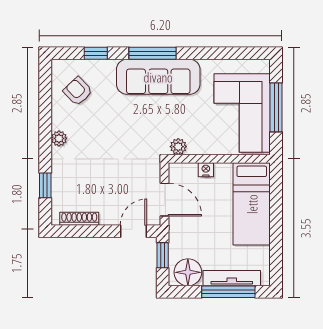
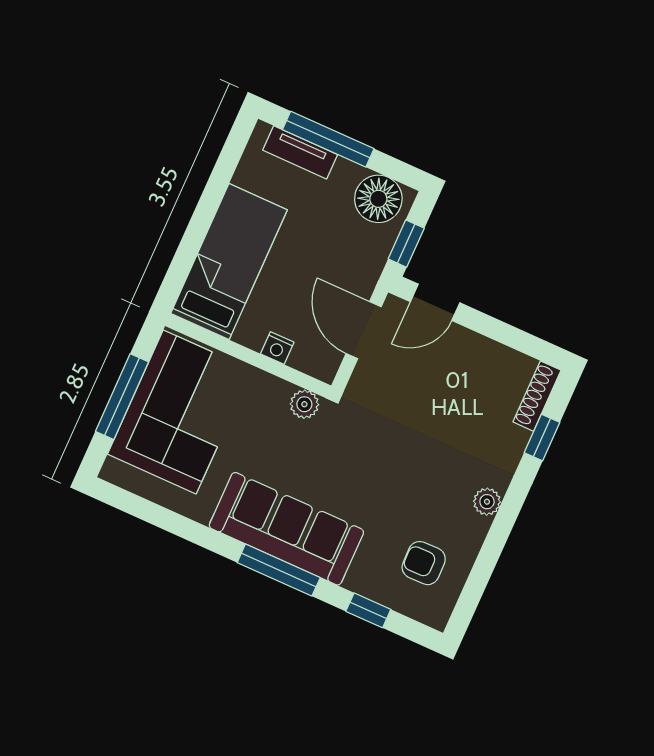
armchair: (78, 91) -> (424, 563), turned 133
shoe rack: (79, 219) -> (537, 396), moved, turned 90
tv unit: (232, 278) -> (300, 152), width x0.71

